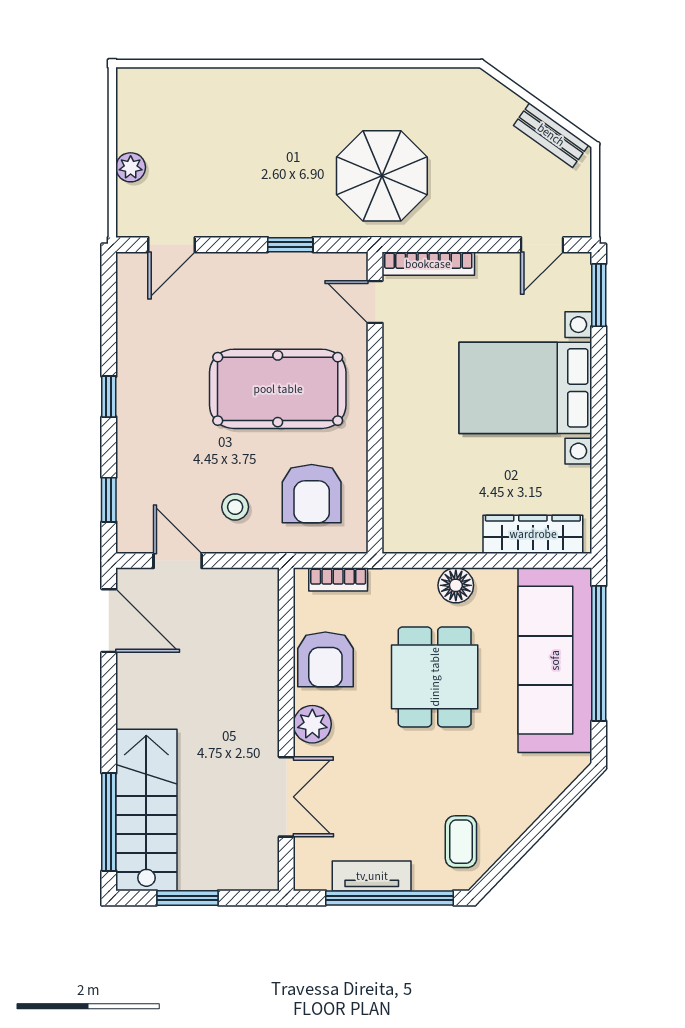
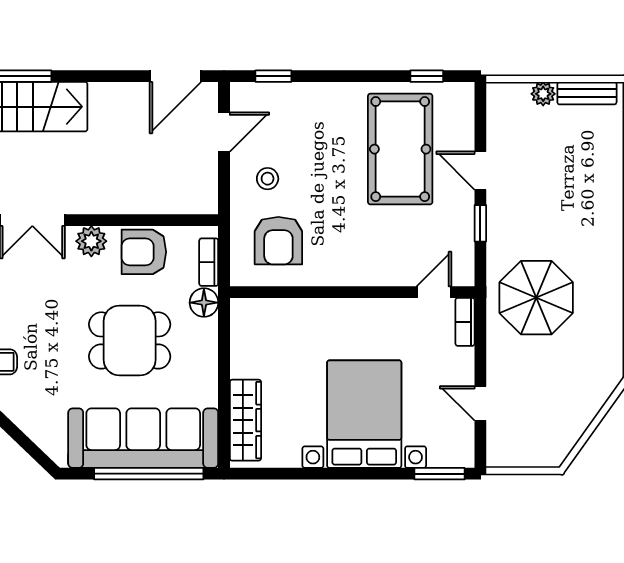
bench: (551, 135) -> (587, 93), moved, turned 54
door: (172, 245) -> (480, 171), moved
door: (542, 245) -> (480, 403), moved
bookcase: (428, 264) -> (465, 322), width x0.64
pool table: (278, 389) -> (400, 149), moved
window: (109, 397) -> (427, 76), moved
armchair: (312, 494) -> (278, 241), turned -90
floor lamp: (456, 585) -> (204, 303), moved

